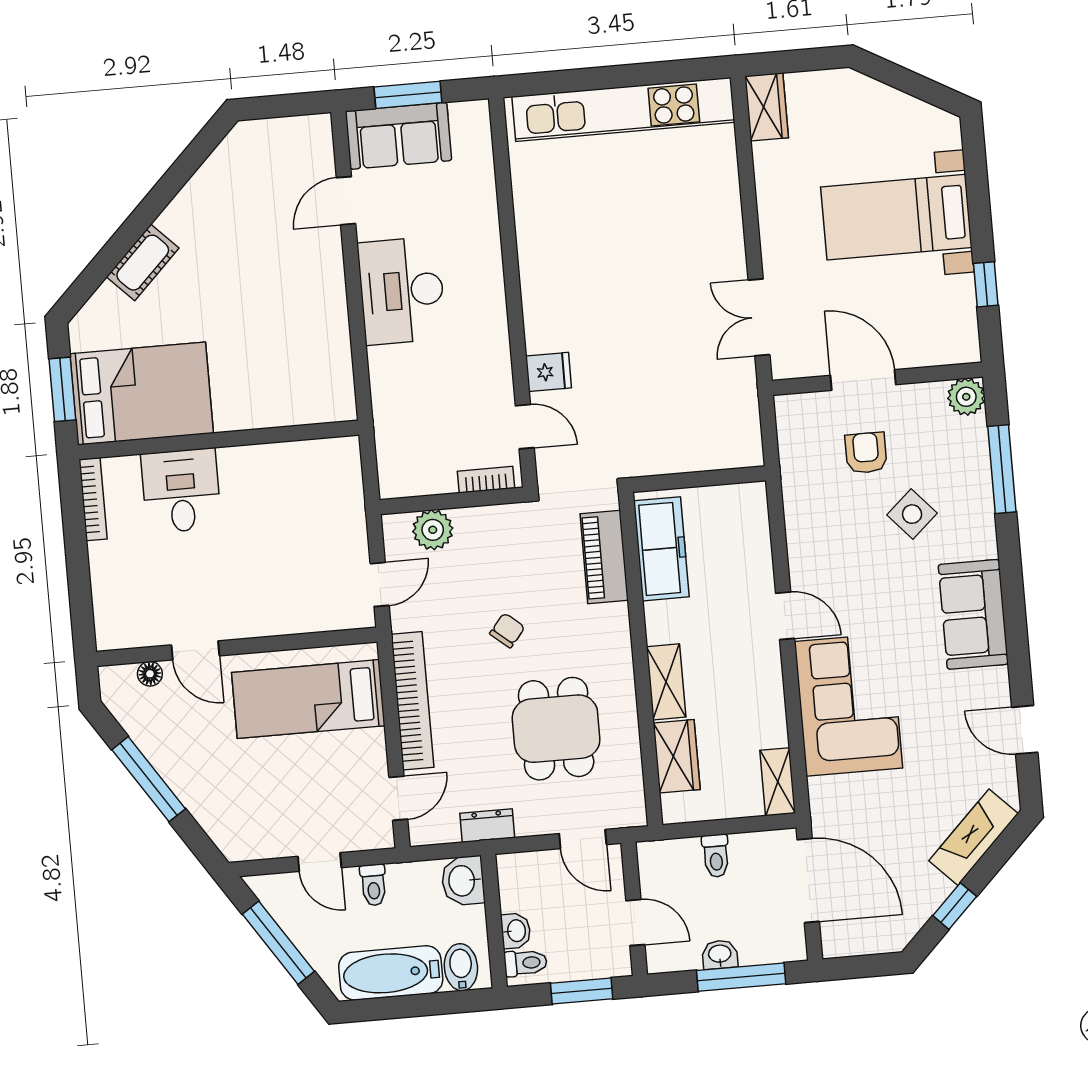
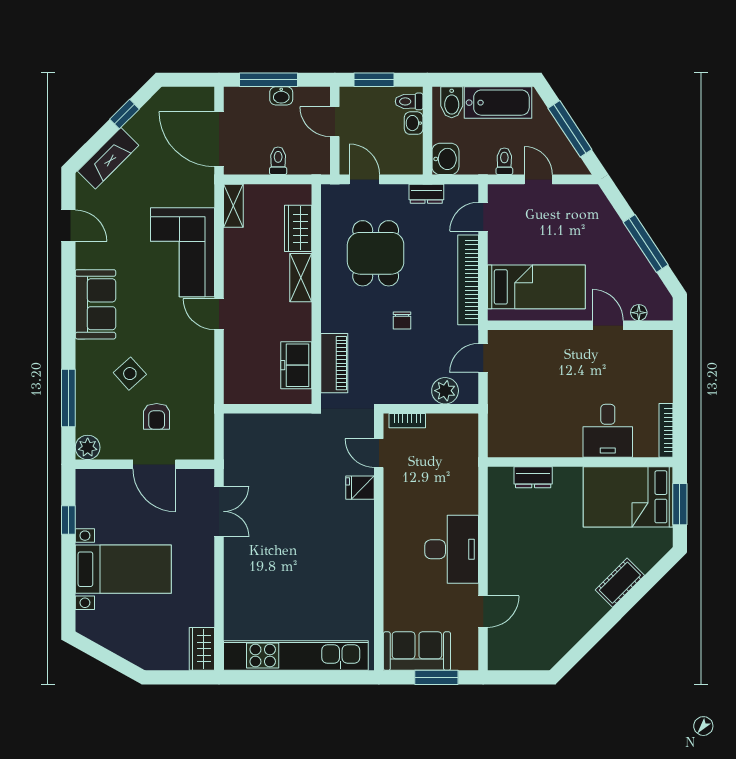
sofa: (398, 136) -> (417, 651), moved
dresser: (288, 411) -> (533, 477), added
freezer: (661, 549) -> (296, 365), width x0.71
chair: (507, 630) -> (402, 321), turned -40

